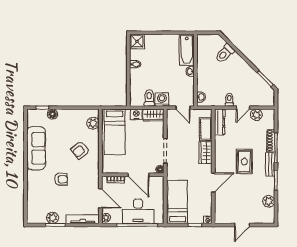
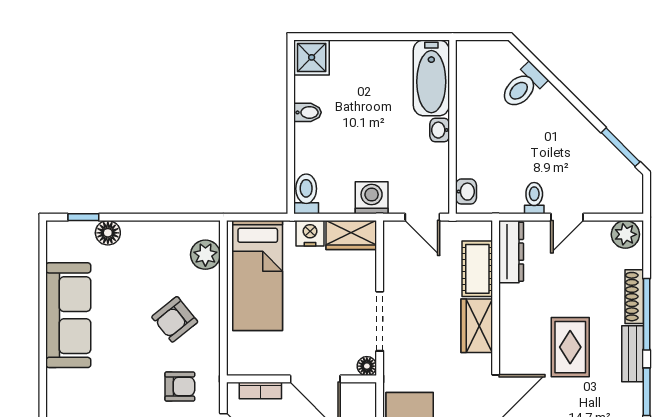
toilet: (149, 98) -> (306, 194), moved
plant: (256, 115) -> (625, 234), moved
armchair: (61, 179) -> (180, 387), moved

